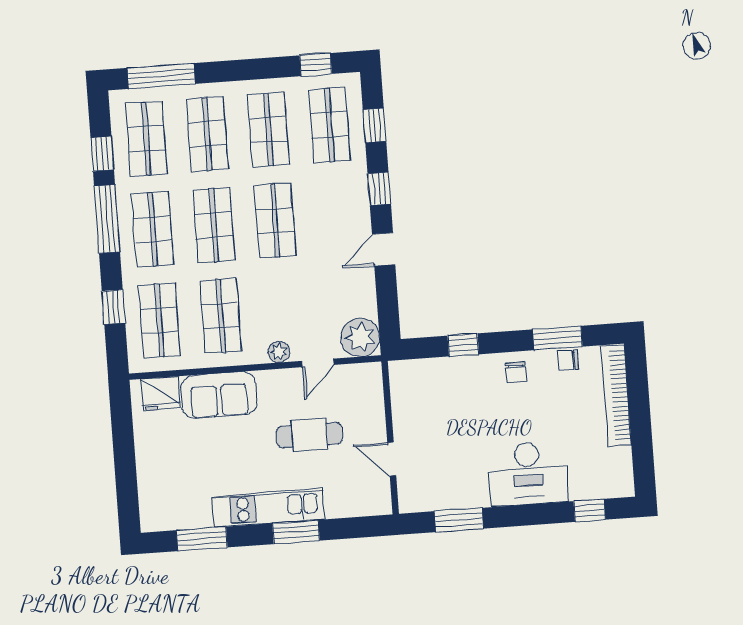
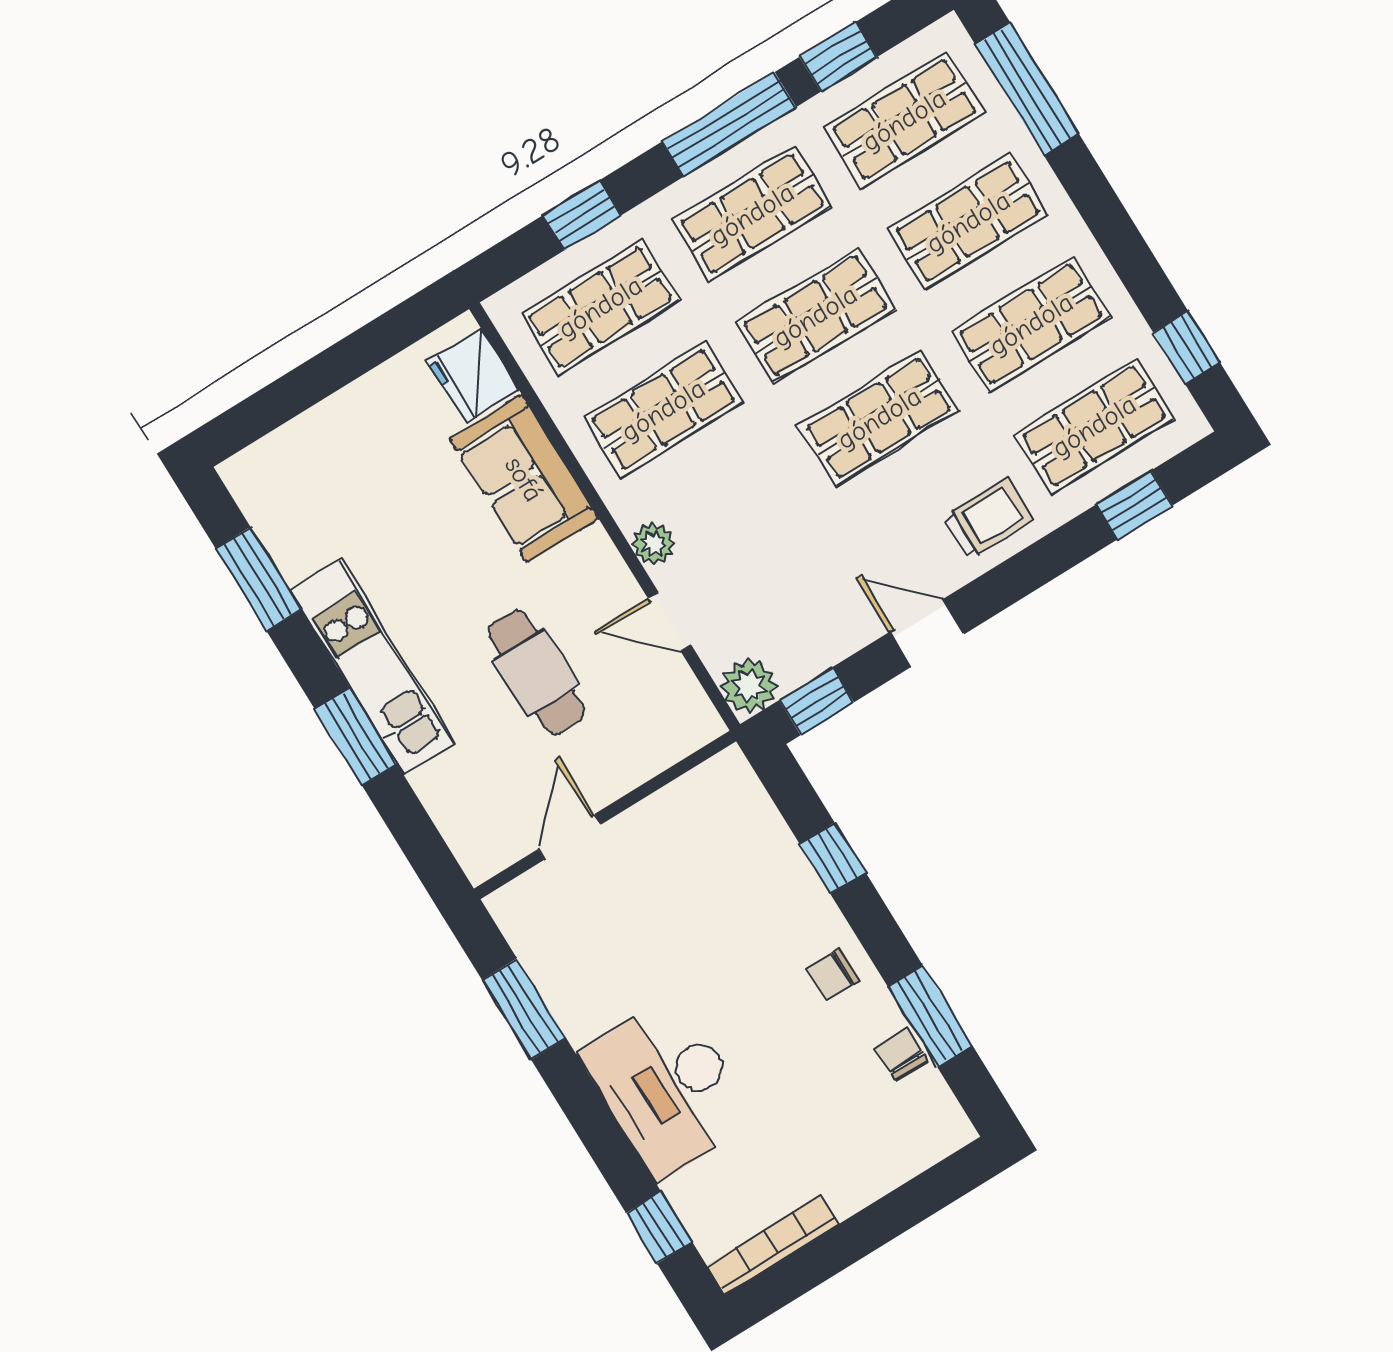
window: (379, 189) -> (816, 701), moved
trolley: (346, 195) -> (988, 518), added
plant: (360, 337) -> (749, 686), width x0.73, depth x0.73
bookcase: (616, 395) -> (773, 1245), moved, width x0.68, depth x0.76

